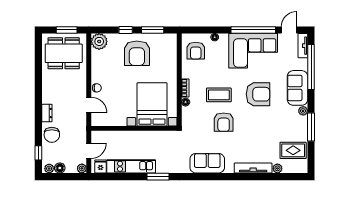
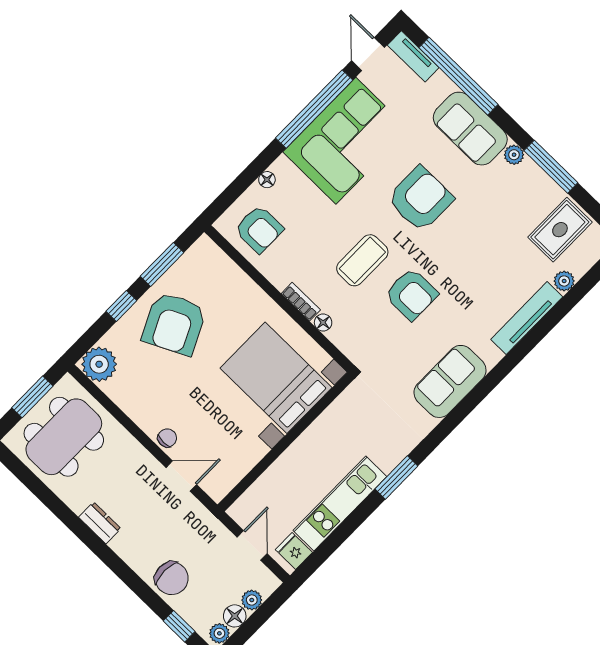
armchair: (137, 53) -> (174, 324), turned 64
dresser: (47, 113) -> (100, 523), moved
plant: (82, 168) -> (252, 600), moved

